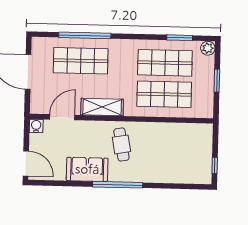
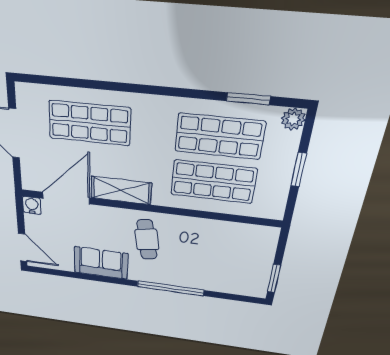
window: (85, 35) -> (95, 85), removed
door: (62, 117) -> (66, 198), width x1.36
window: (215, 166) -> (274, 278), width x1.50
window: (118, 185) -> (170, 288), moved

